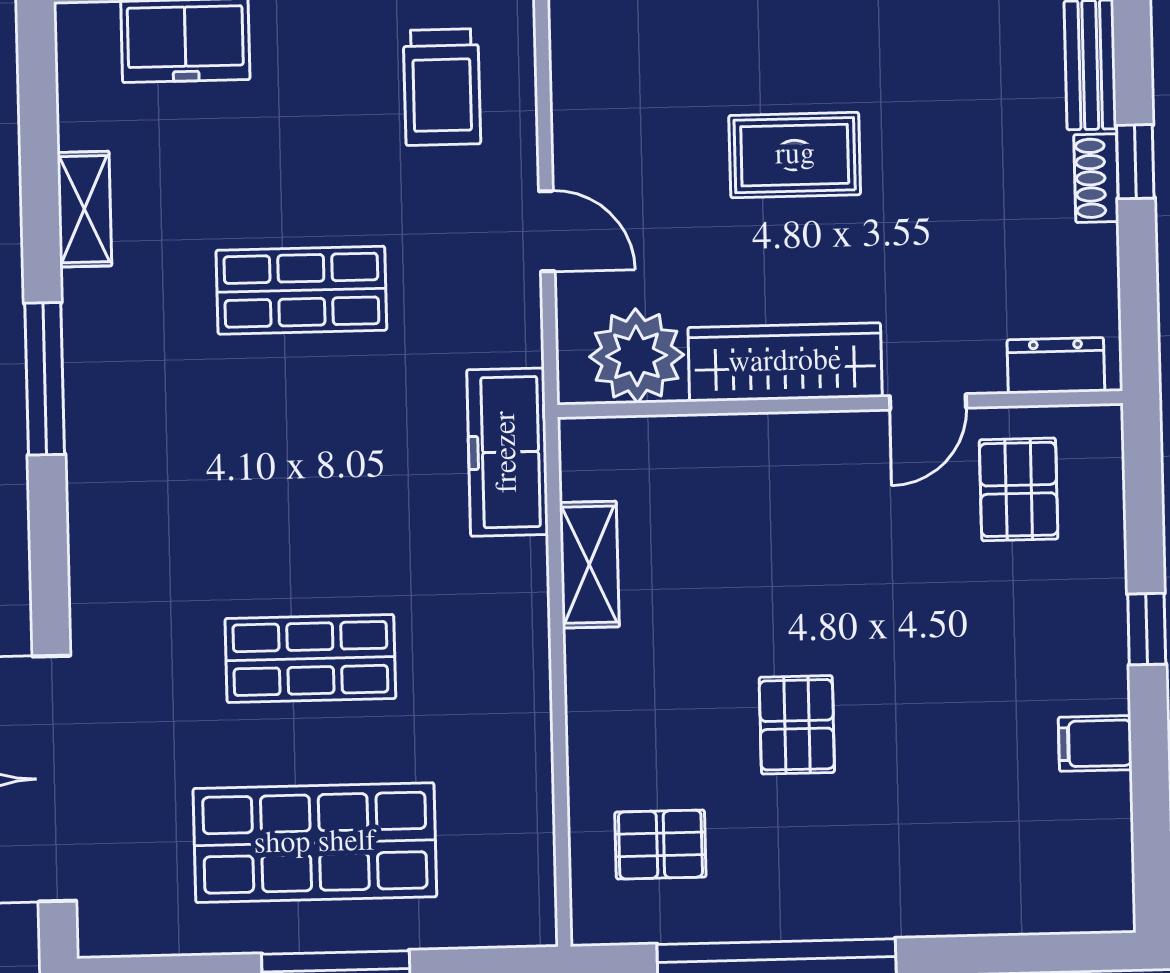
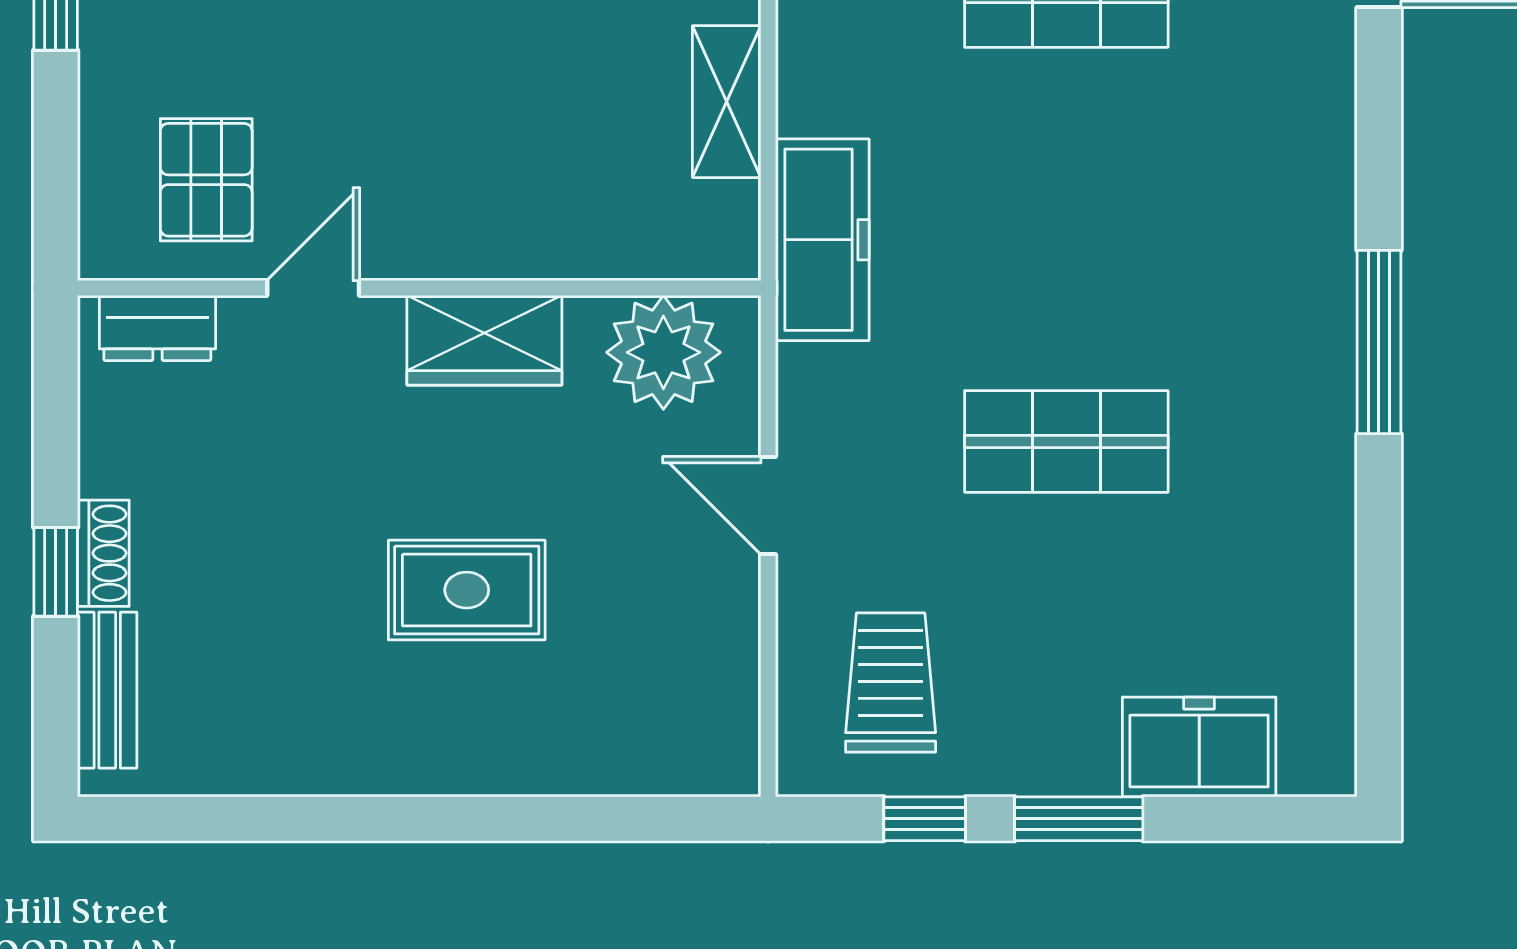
shelving: (84, 209) -> (1326, 546), removed
wardrobe: (785, 362) -> (484, 340), width x0.67

